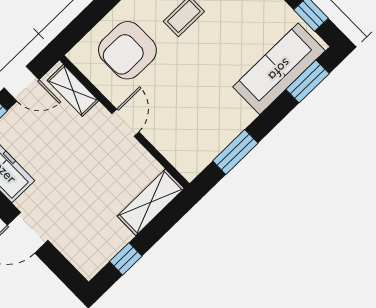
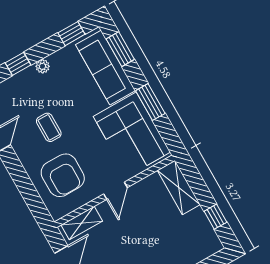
door: (125, 123) -> (115, 191), swing flipped
corner sofa: (203, 125) -> (132, 134), added
window: (235, 152) -> (150, 102), moved

